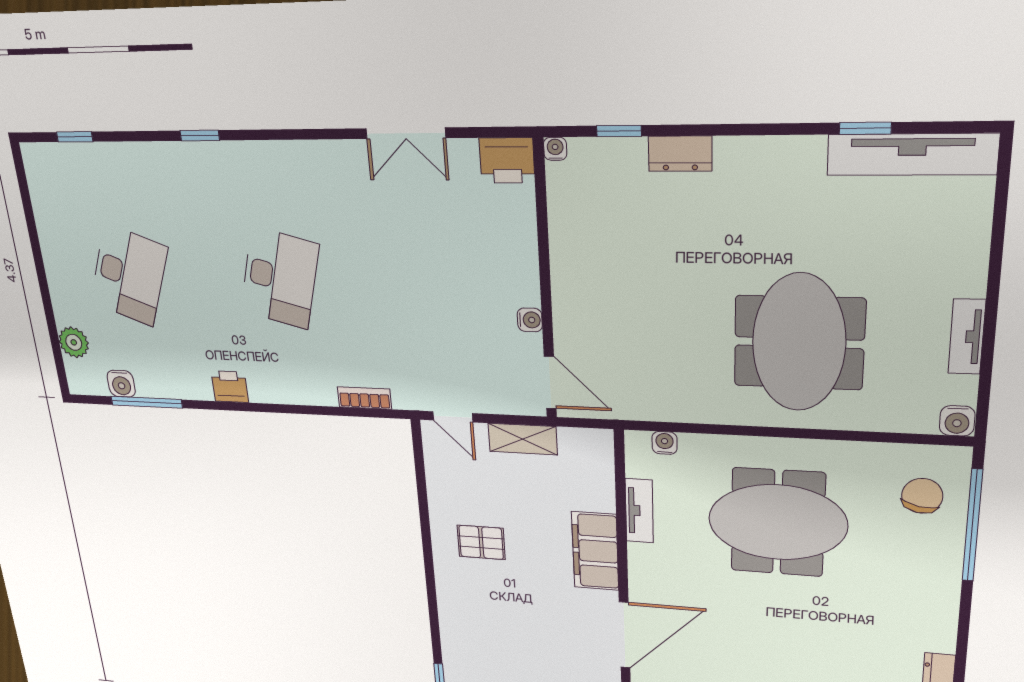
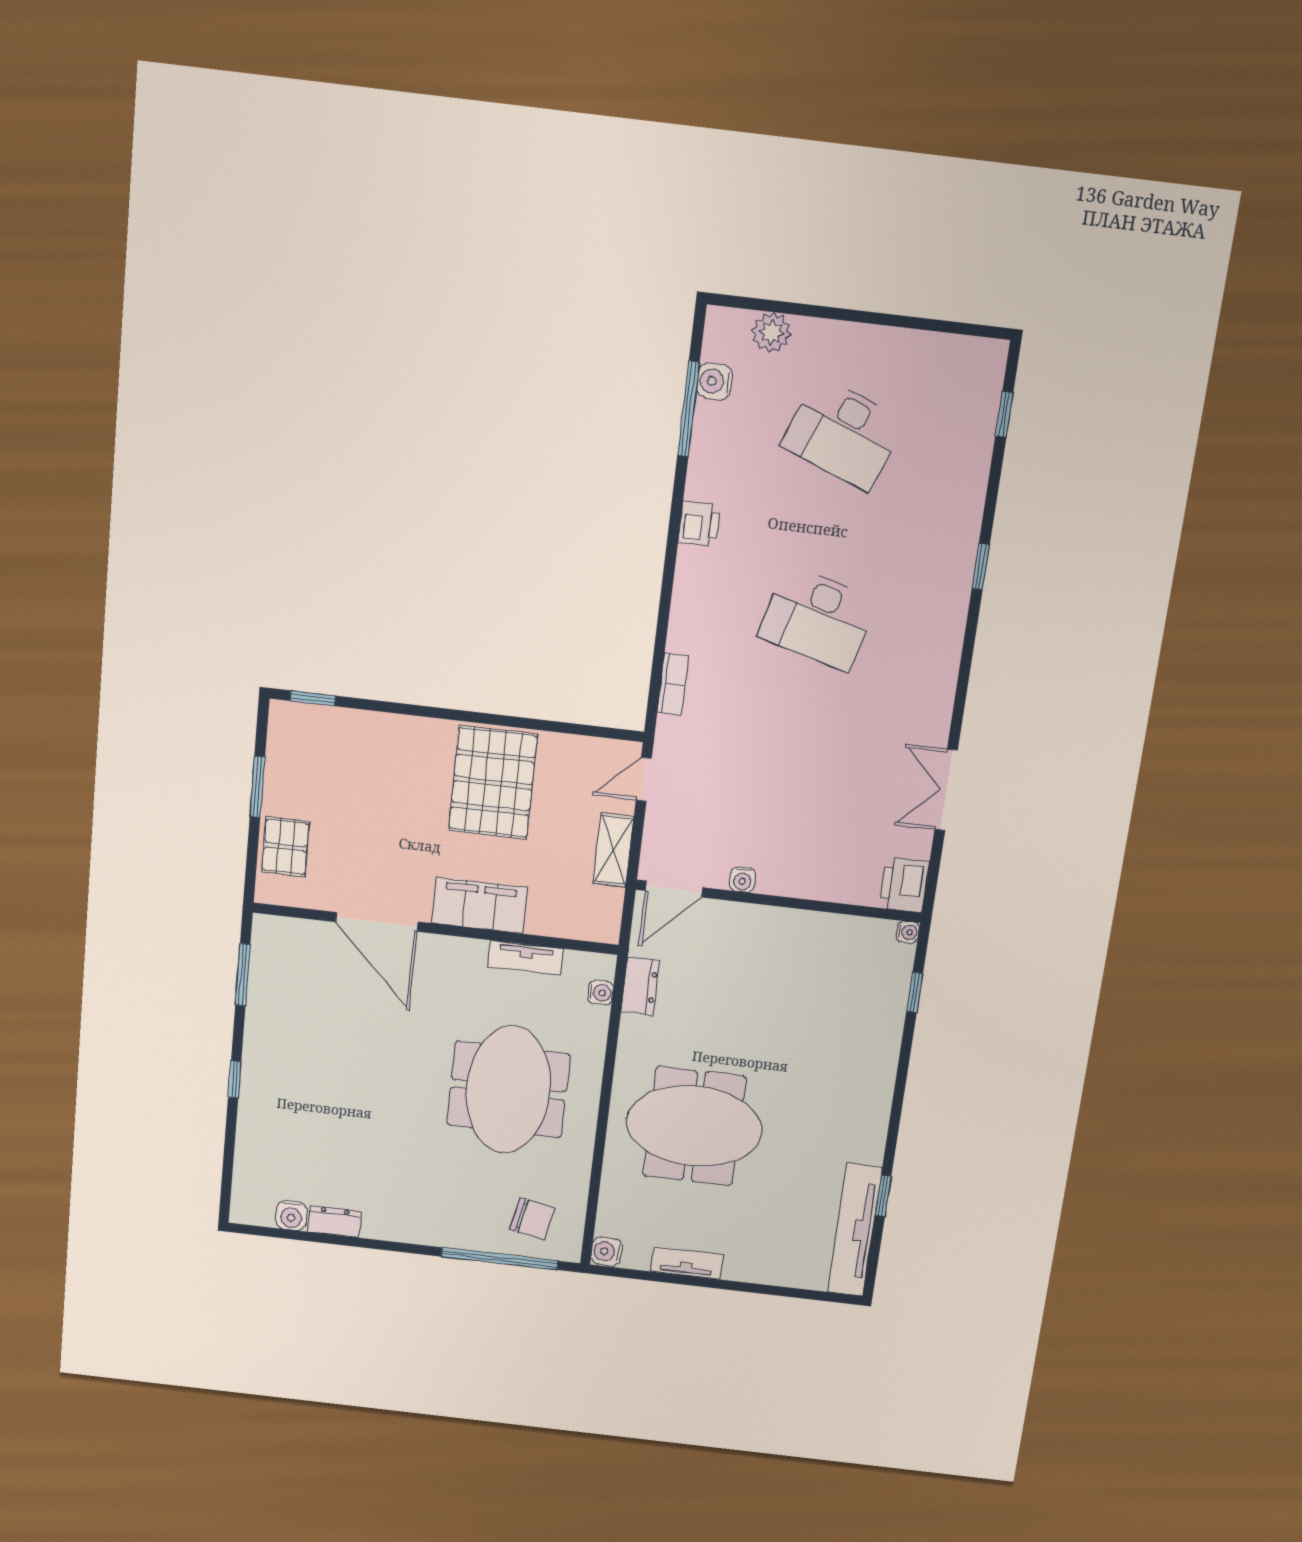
dresser: (680, 154) -> (640, 986), moved, turned 180
pallet: (481, 542) -> (493, 783), width x2.05, depth x2.00

